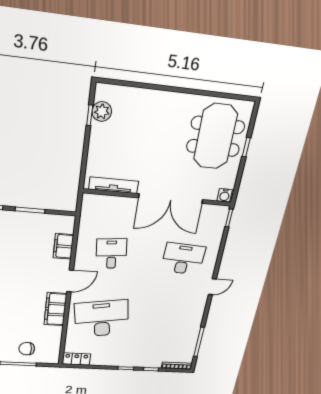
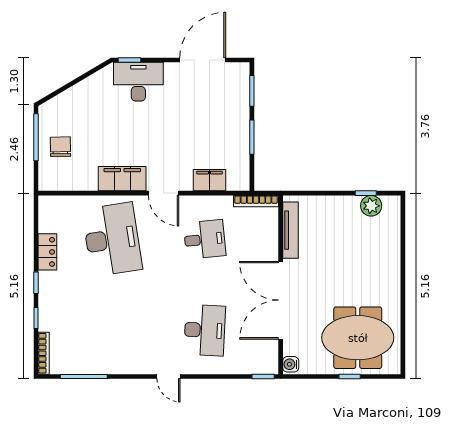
bookcase: (85, 211) -> (256, 201), added
locker: (76, 359) -> (47, 252), moved

